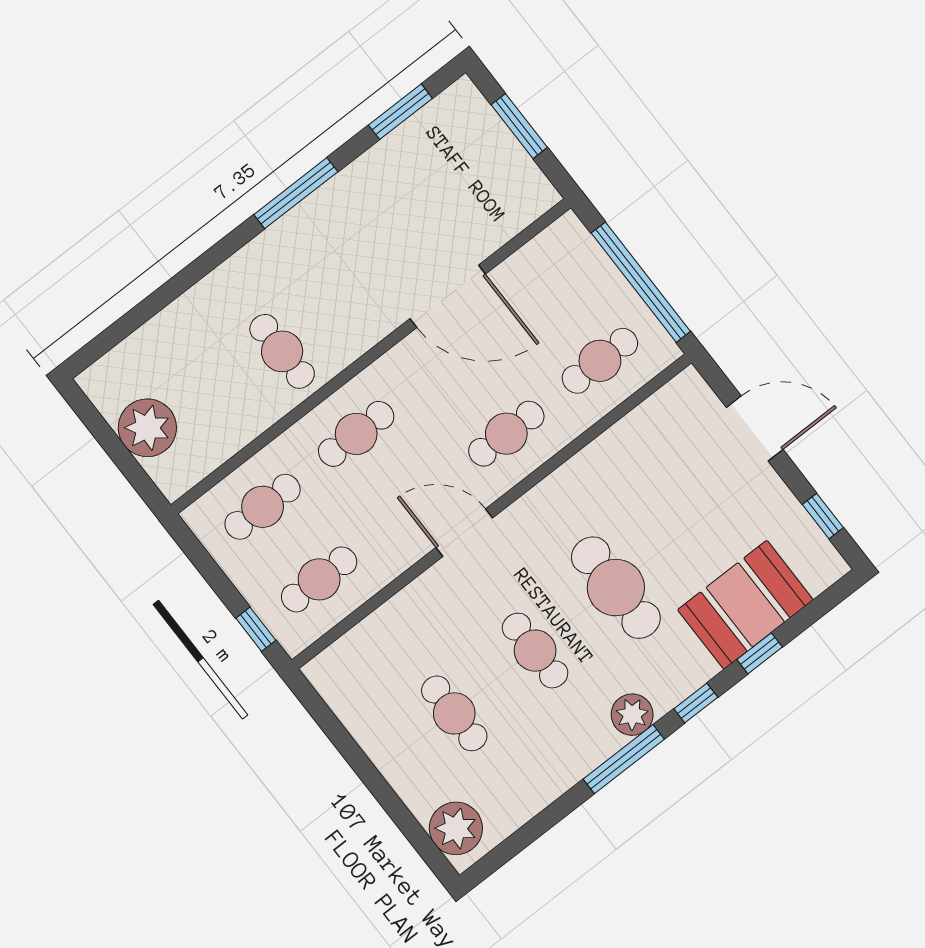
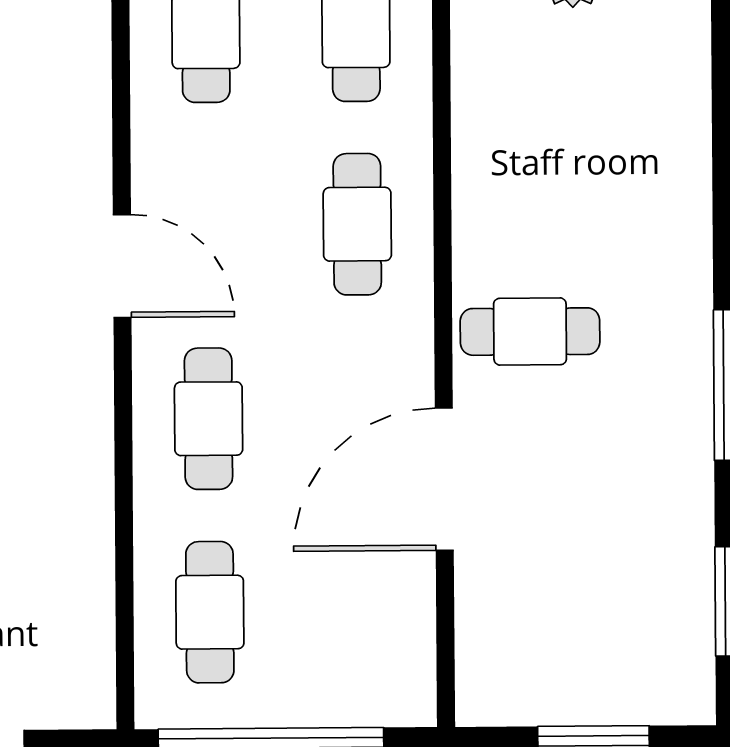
cafe table: (282, 351) -> (530, 332), moved
door: (464, 533) -> (122, 266), hinge flipped

